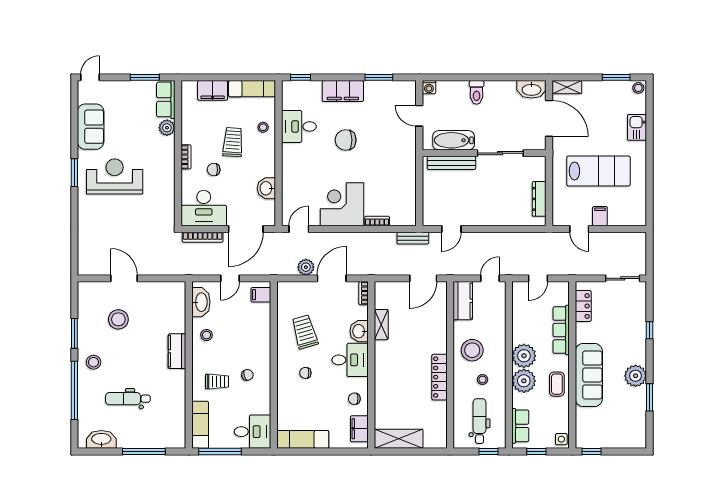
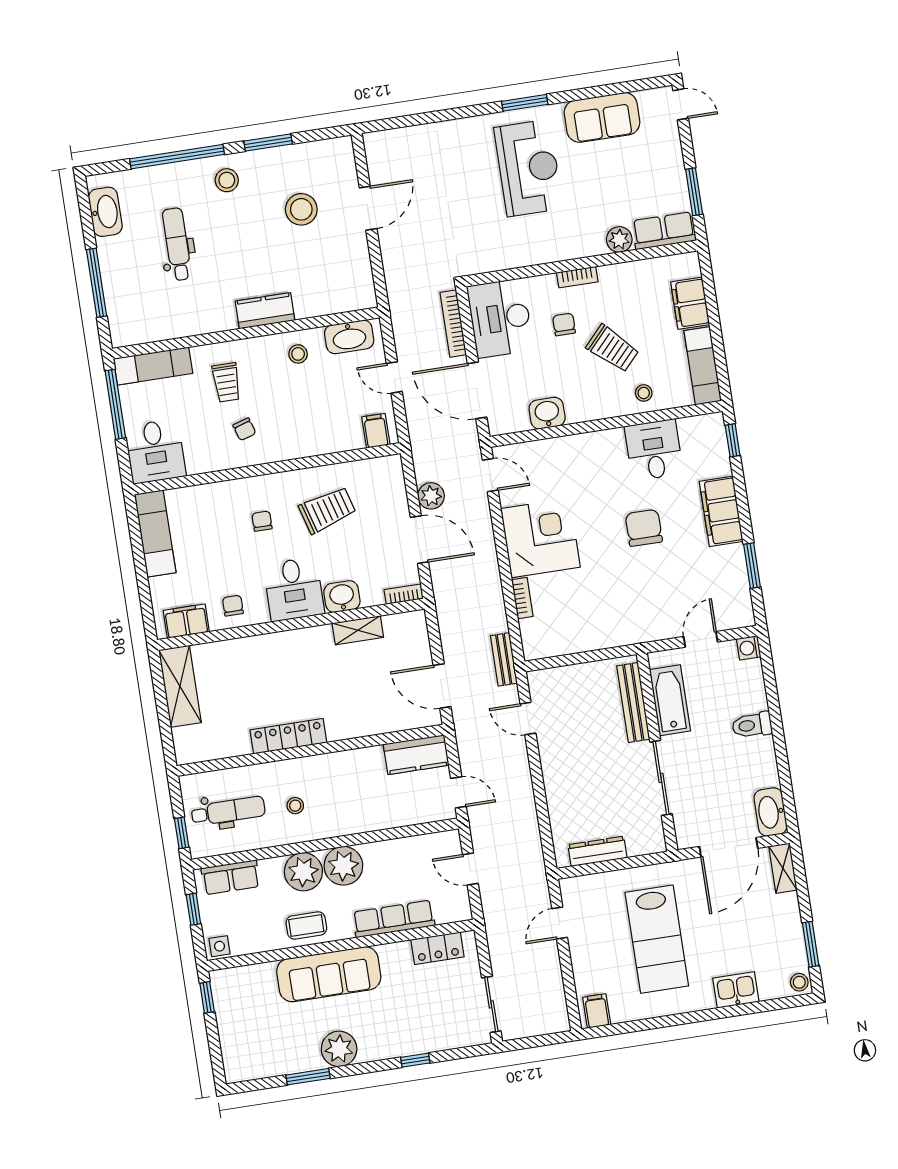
trolley: (233, 142) -> (613, 348), turned 39
filing cabinet: (600, 216) -> (597, 1011), moved, turned -90
stool: (472, 350) -> (339, 782), removed

